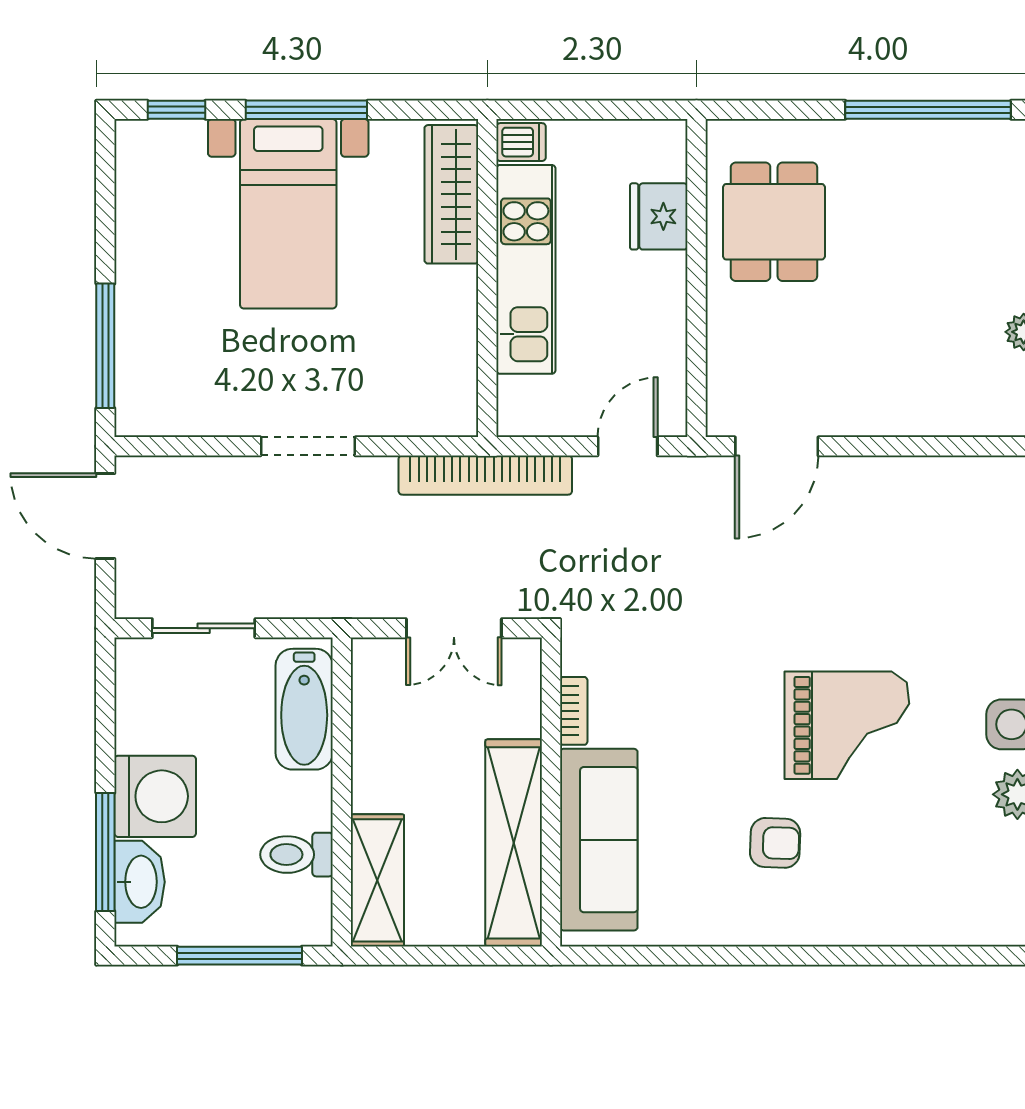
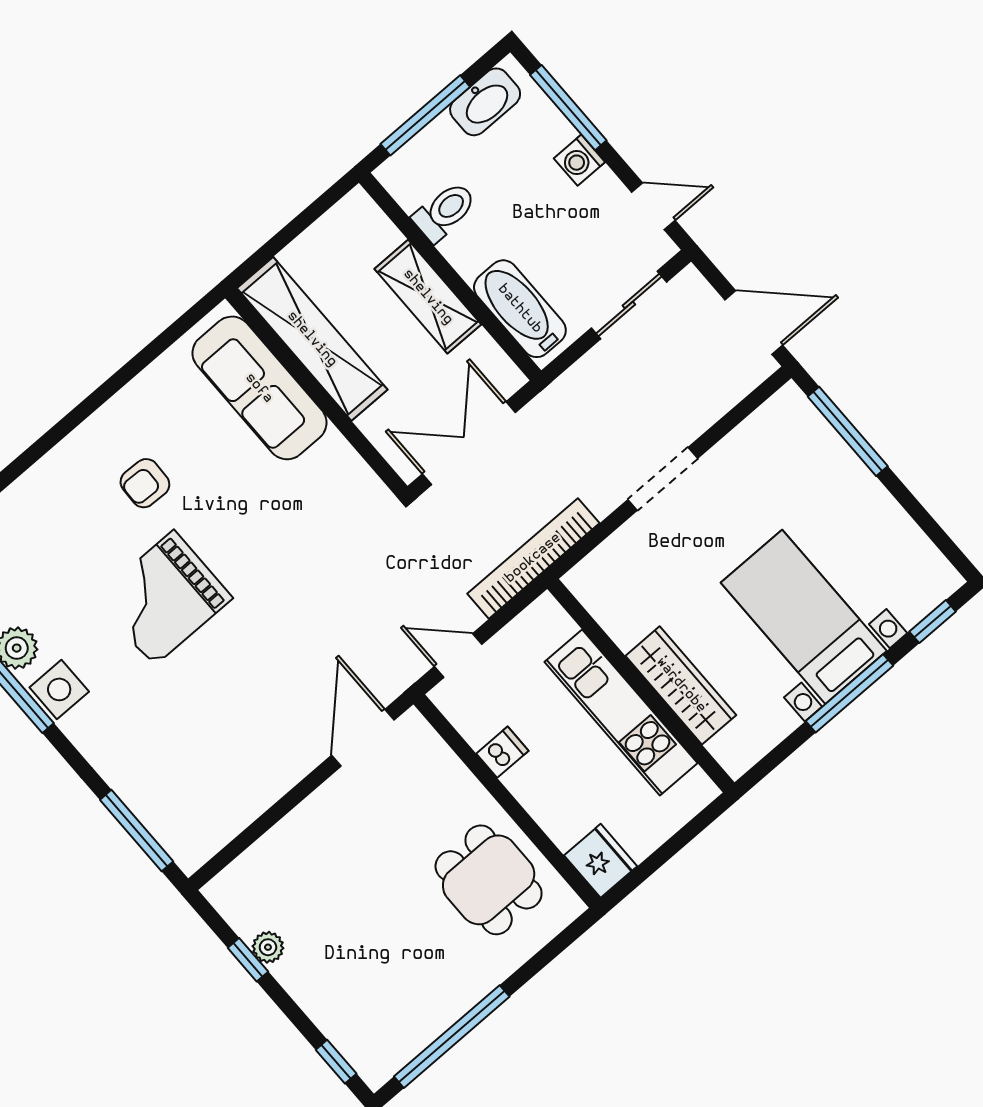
dishwasher: (521, 142) -> (502, 752), moved, turned 180
wardrobe: (451, 194) -> (681, 685), moved
fridge: (659, 216) -> (601, 861), moved
door: (628, 446) -> (458, 655), swing flipped
double door: (454, 628) -> (469, 443), width x1.37
door: (105, 698) -> (653, 206), added
bookcase: (574, 711) -> (347, 456), removed
washing machine: (155, 796) -> (579, 160), width x0.53, depth x0.53
shelving: (377, 880) -> (428, 297), moved
washbasin: (140, 882) -> (485, 102), moved, turned -90

